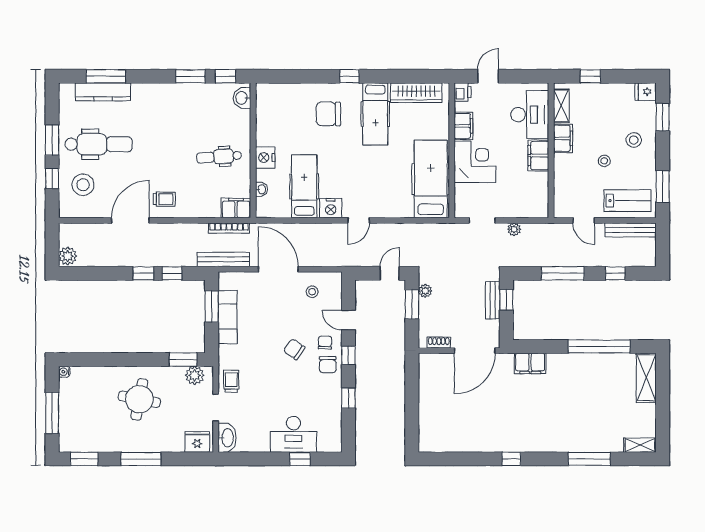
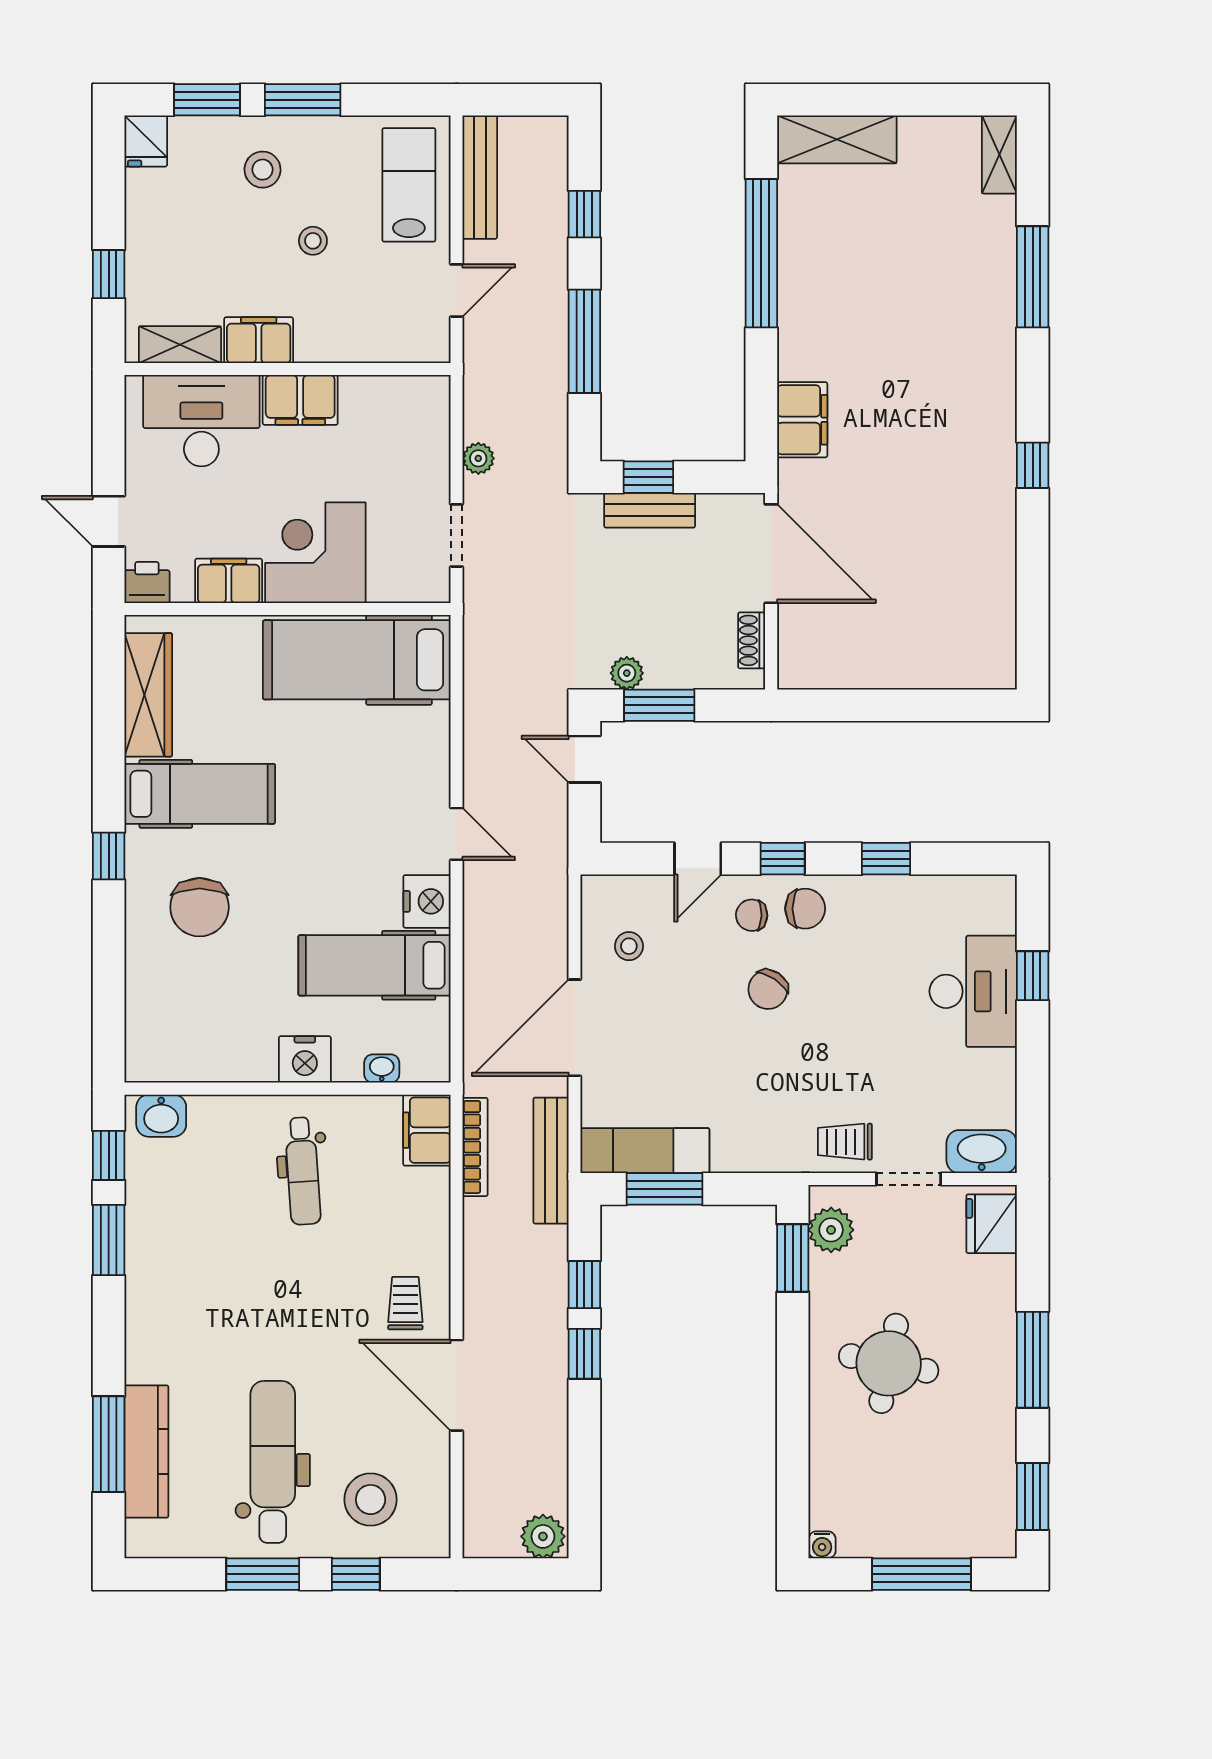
window: (663, 186) -> (303, 100), moved
exam couch: (227, 317) -> (645, 1151), moved

